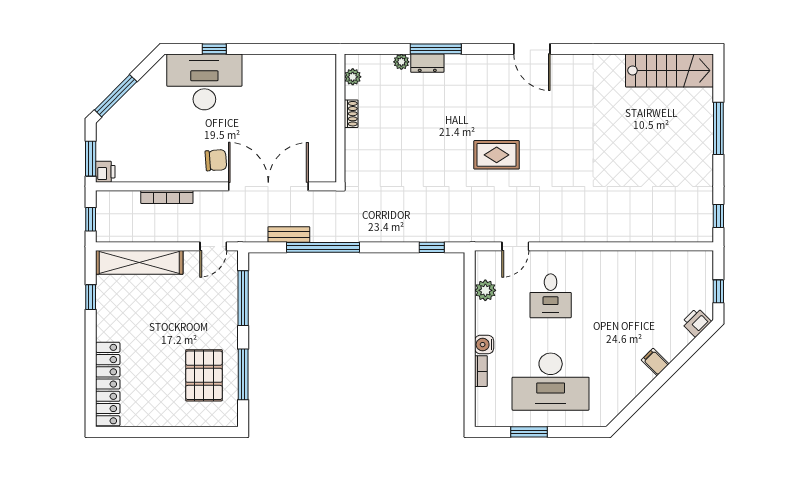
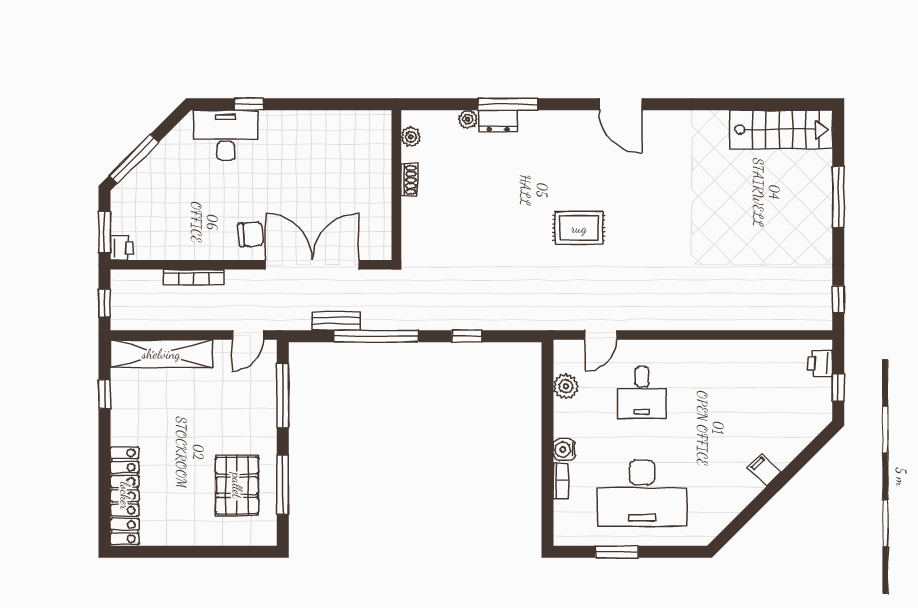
desk: (204, 82) -> (226, 135), width x0.73, depth x0.77
window: (432, 247) -> (467, 336), moved
printer: (696, 322) -> (820, 363), moved, turned -45

